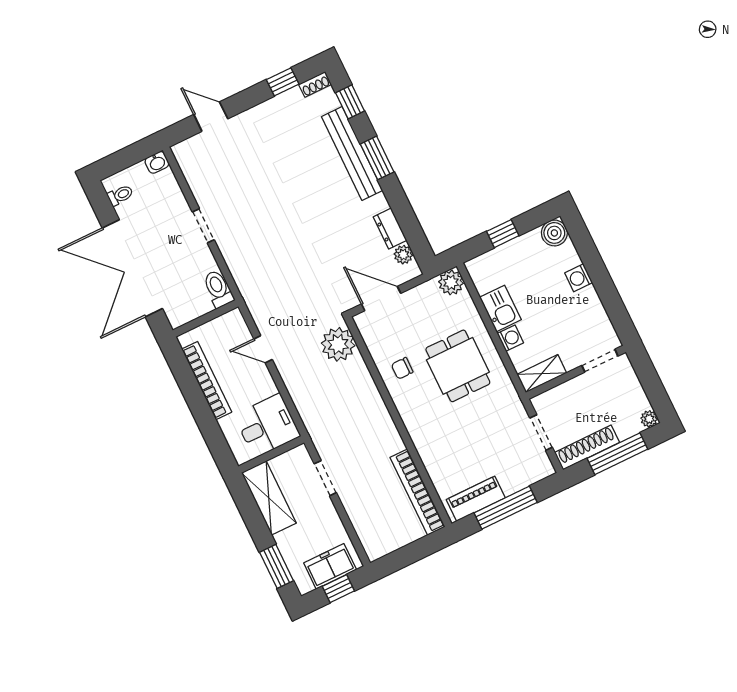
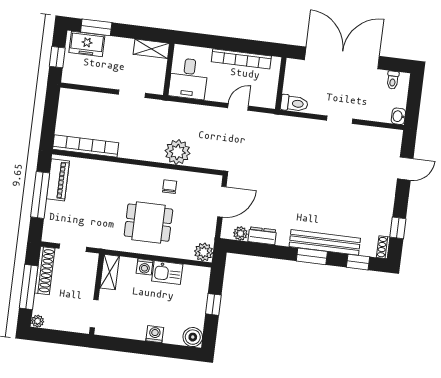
plant: (338, 344) -> (178, 152), moved
shelving: (269, 498) -> (151, 49), width x0.67, depth x0.75
freezer: (330, 566) -> (87, 44), moved, turned 90

